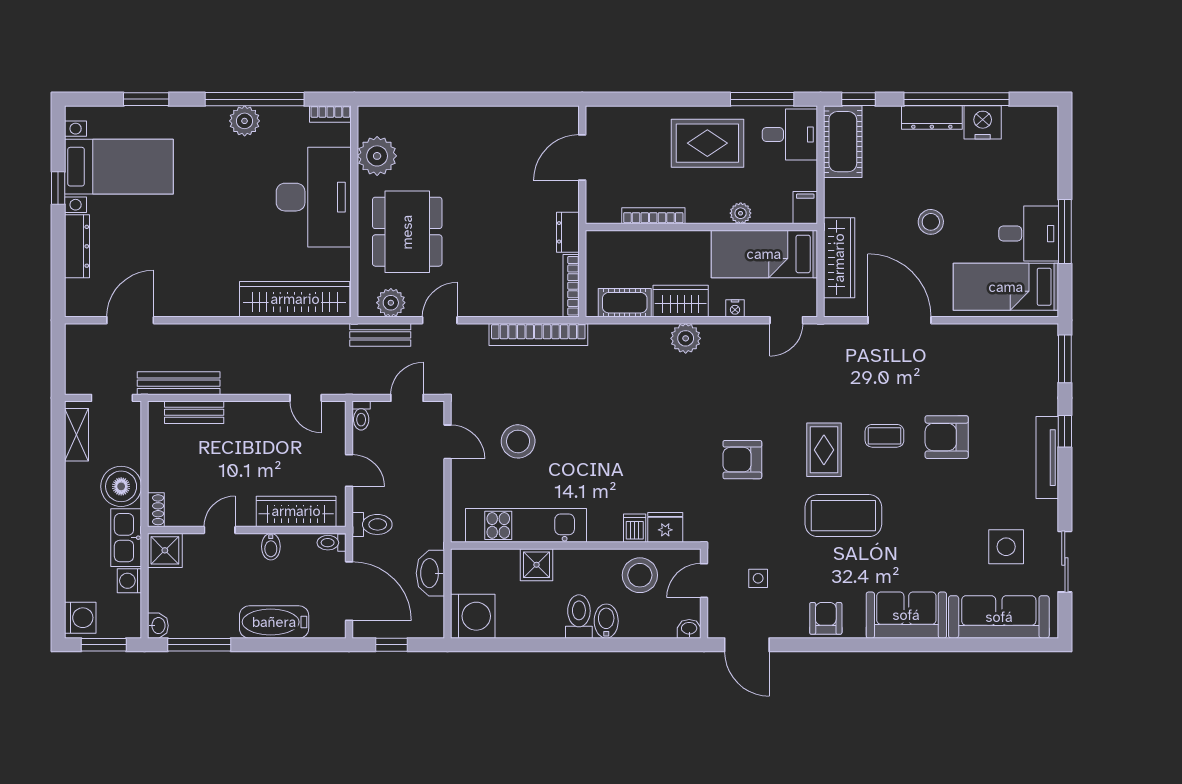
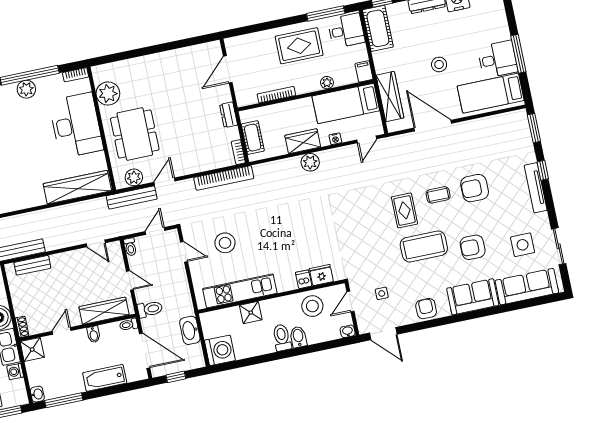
bookcase: (571, 286) -> (238, 152), width x0.64
cot: (625, 303) -> (253, 138), moved, turned 90
bench: (380, 335) -> (132, 197), width x1.36
armchair: (742, 460) -> (473, 247), moved

